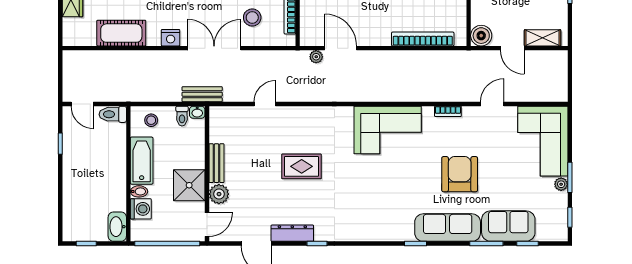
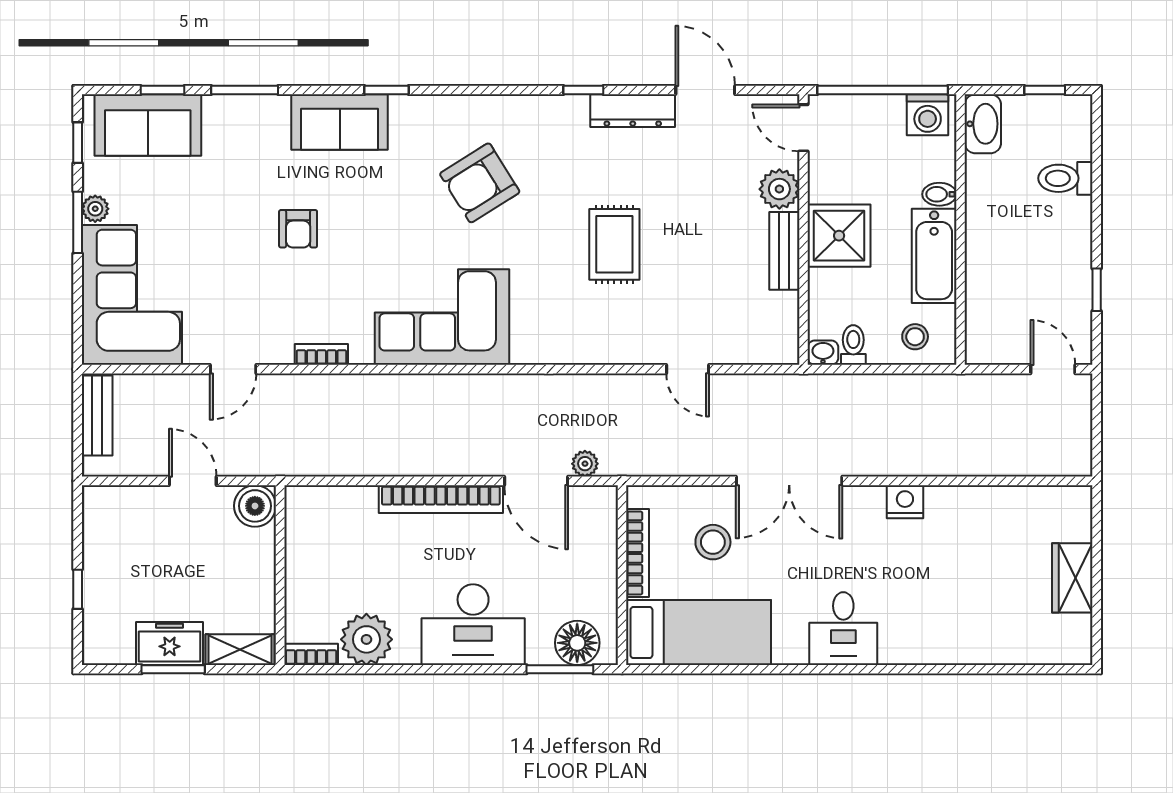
cot: (121, 33) -> (975, 511), removed
nightstand: (171, 38) -> (905, 502), moved
shelving: (543, 38) -> (132, 501), removed
bookcase: (423, 39) -> (441, 499), moved
bench: (202, 94) -> (97, 415), moved, turned 90
door: (265, 104) -> (688, 369), hinge flipped
toilet: (113, 114) -> (1065, 178), moved, turned 180
rug: (302, 166) -> (614, 244), turned 90
armchair: (460, 174) -> (298, 229), width x0.53, depth x0.53
shower: (189, 185) -> (839, 236), moved
armchair: (369, 197) -> (480, 183), added
washing machine: (141, 209) -> (928, 115), moved, turned -90
door: (207, 225) -> (804, 128), hinge flipped
sofa: (508, 226) -> (148, 125), moved
sofa: (448, 228) -> (340, 122), width x0.73

